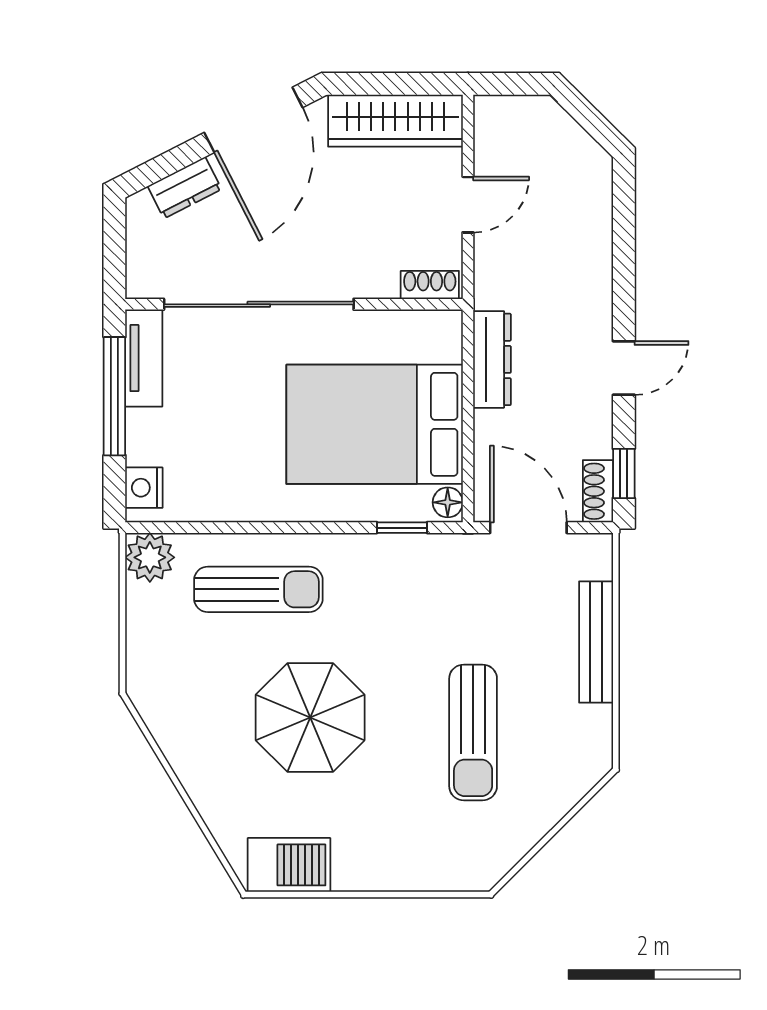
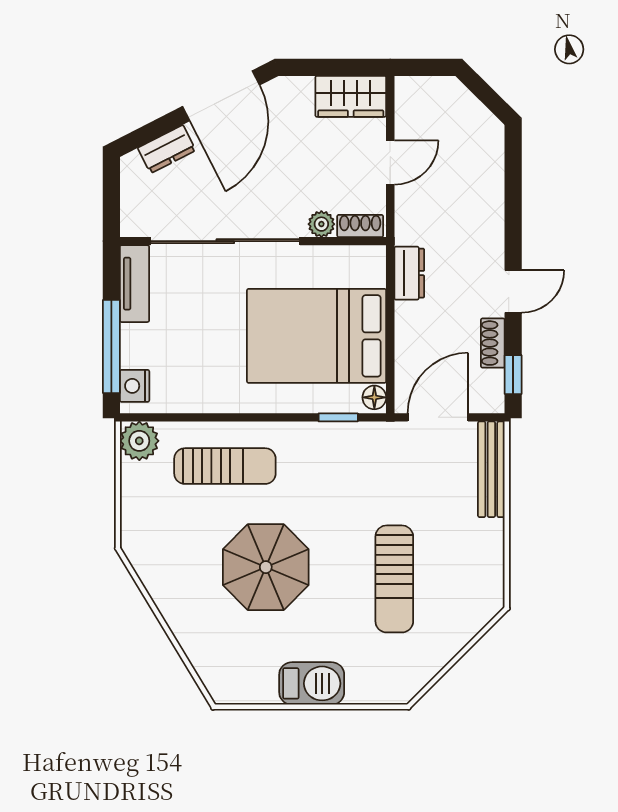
wardrobe: (395, 121) -> (351, 96), width x0.67
plant: (381, 283) -> (321, 224), added
dresser: (492, 359) -> (409, 273), width x0.70
window: (114, 396) -> (111, 346), moved
shoe rack: (598, 491) -> (493, 343), moved
door: (528, 528) -> (438, 417), hinge flipped
bench: (596, 642) -> (491, 469), moved
barbecue: (289, 865) -> (312, 683), moved

